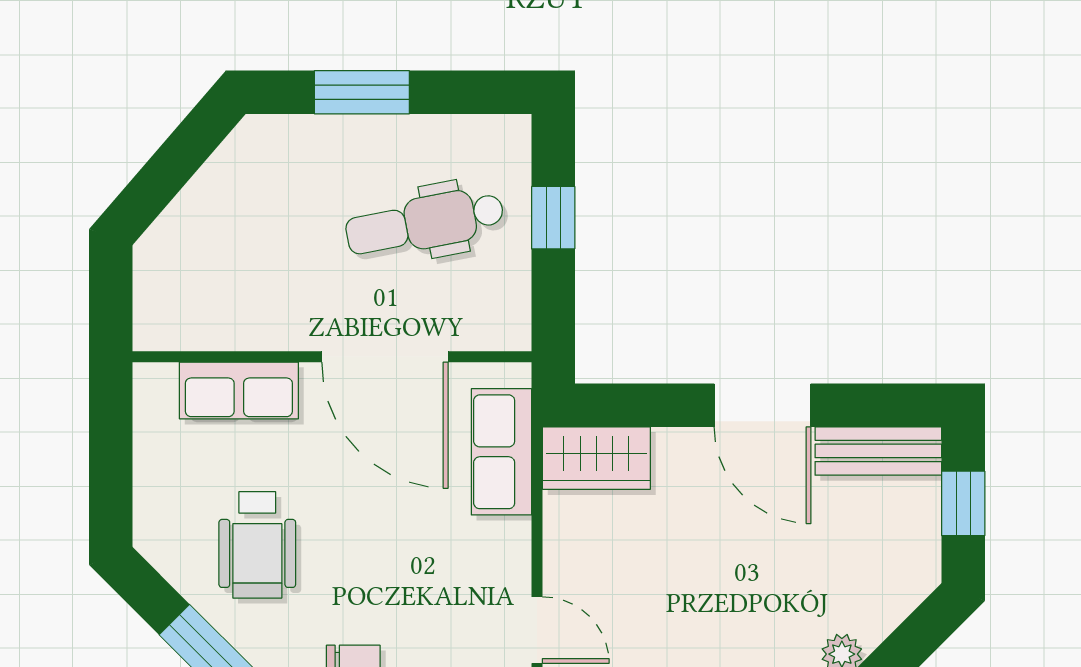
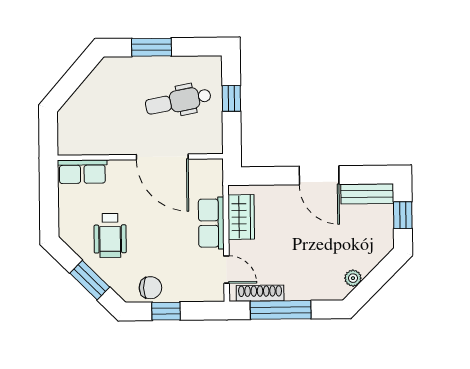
row of seats: (239, 390) -> (82, 172), moved
row of seats: (501, 452) -> (211, 223), moved
wardrobe: (596, 458) -> (241, 217), moved, turned -90

